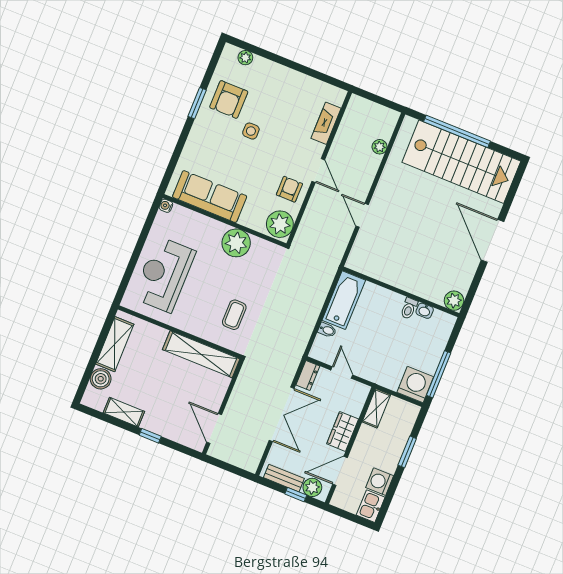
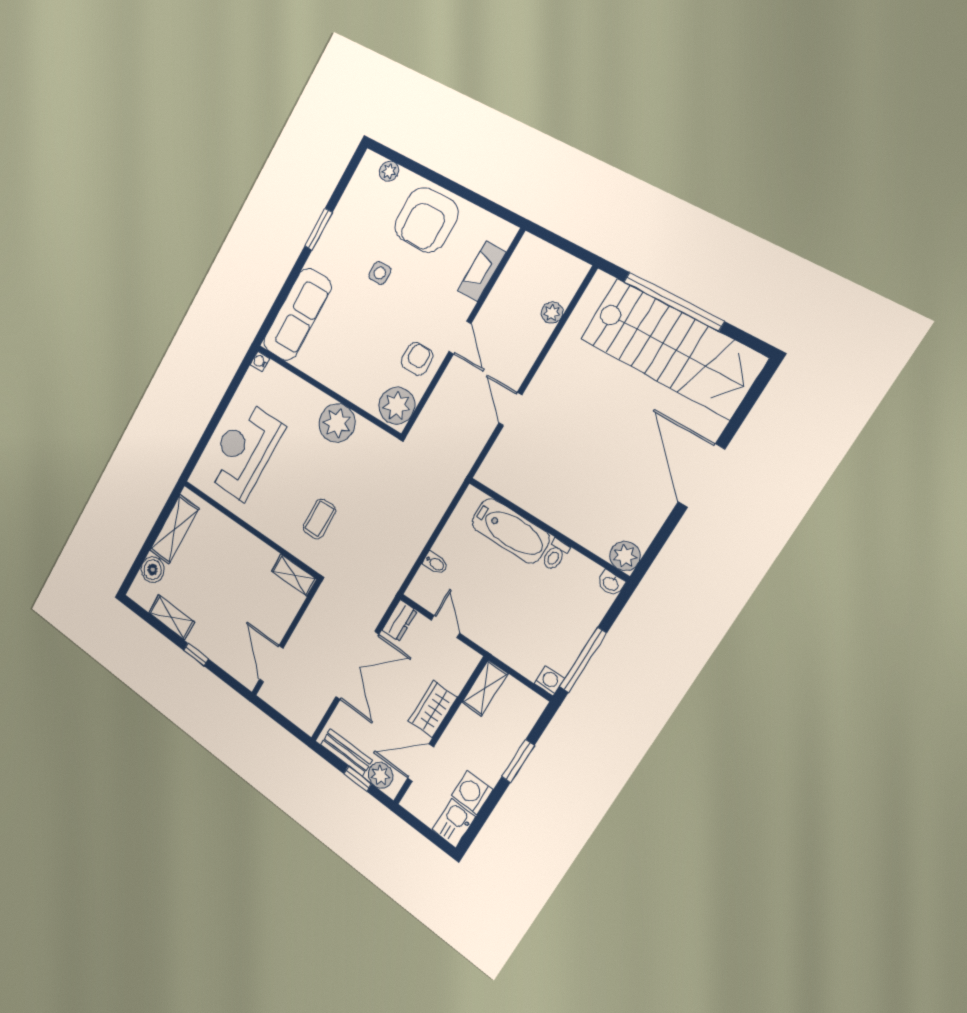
armchair: (229, 99) -> (426, 220), moved, width x1.36, depth x1.36
sofa: (210, 197) -> (297, 315), moved, turned 90
bathtub: (344, 300) -> (510, 531), moved, turned 90
washbasin: (425, 311) -> (611, 583), moved
shelving: (201, 354) -> (294, 575), width x0.45, depth x0.75
washing machine: (415, 385) -> (549, 681), width x0.53, depth x0.53

